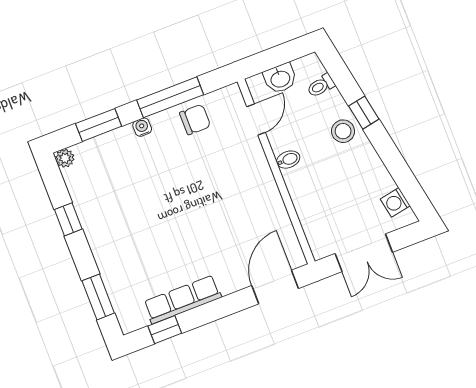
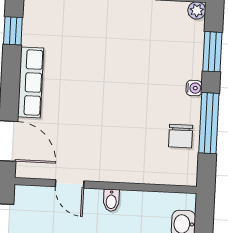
door: (256, 119) -> (70, 184), moved
row of seats: (183, 300) -> (31, 82), moved

